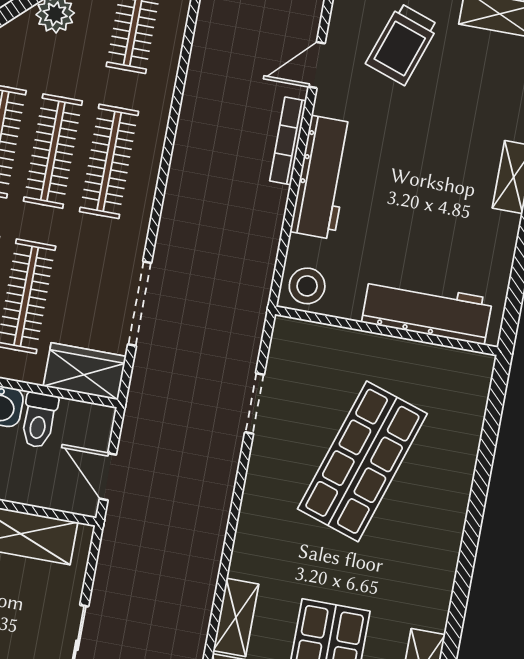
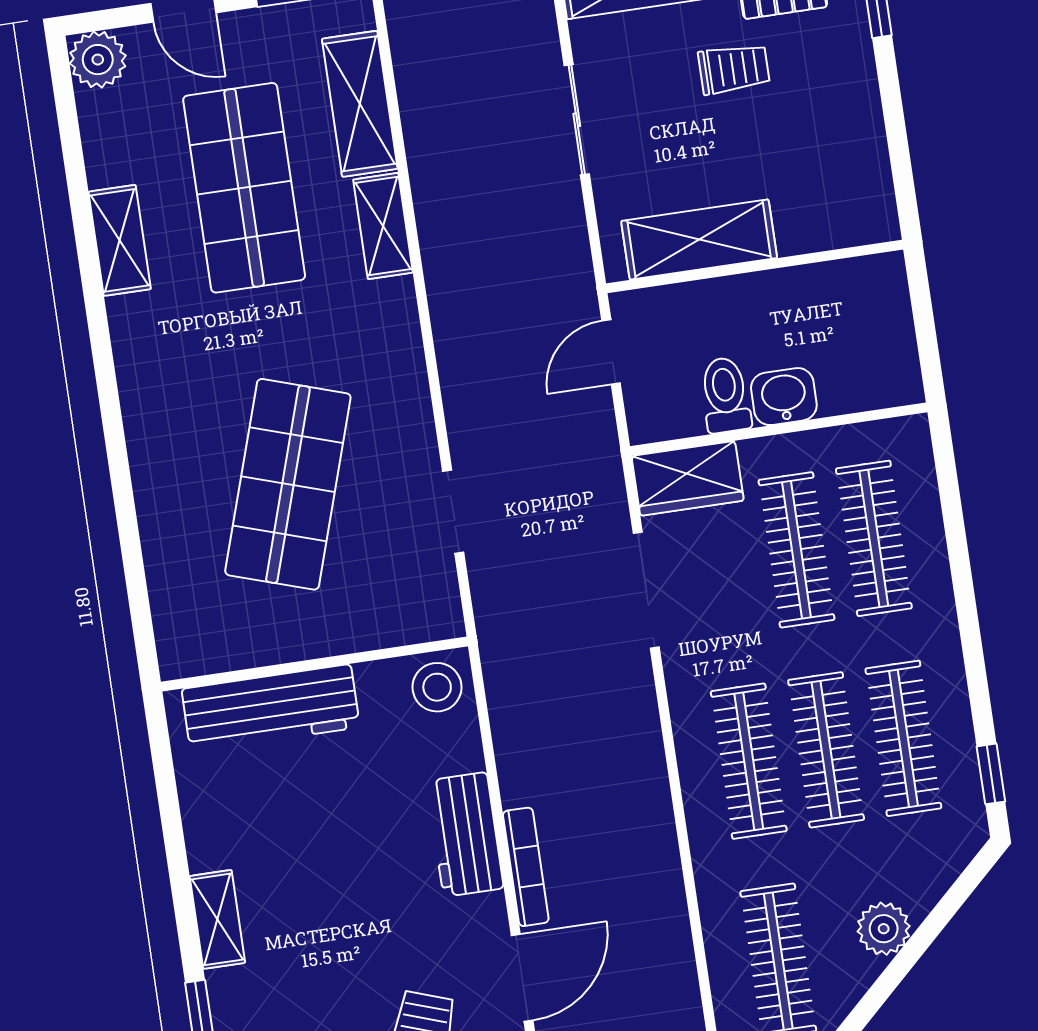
door: (317, 65) -> (522, 978), width x1.37
workbench: (322, 177) -> (465, 835), width x0.73
door: (108, 477) -> (611, 352), swing flipped

